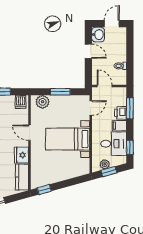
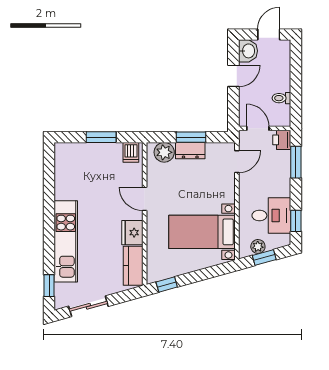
door: (88, 51) -> (233, 76), hinge flipped
dresser: (60, 101) -> (190, 151), added
printer: (121, 113) -> (282, 140), moved
filing cabinet: (119, 126) -> (280, 188), removed
bed with nightstands: (68, 139) -> (202, 232), moved

